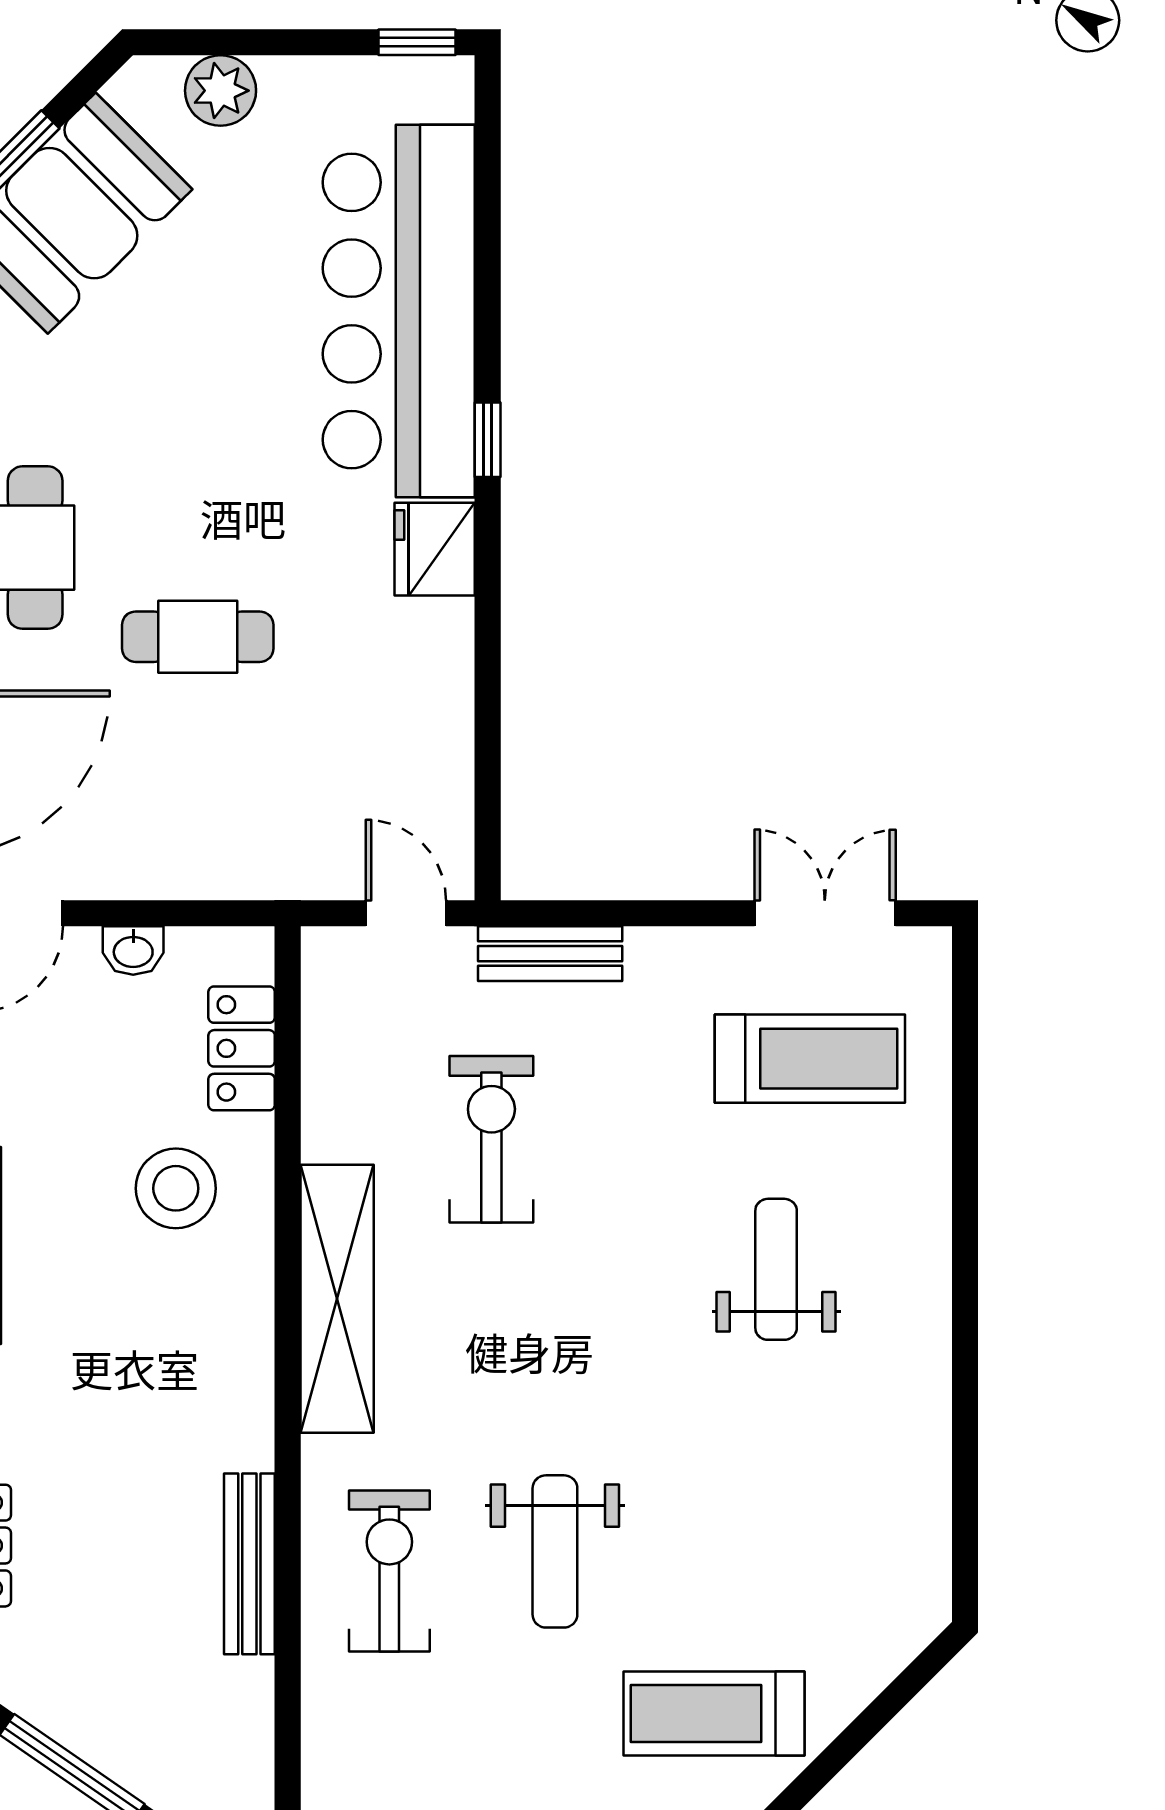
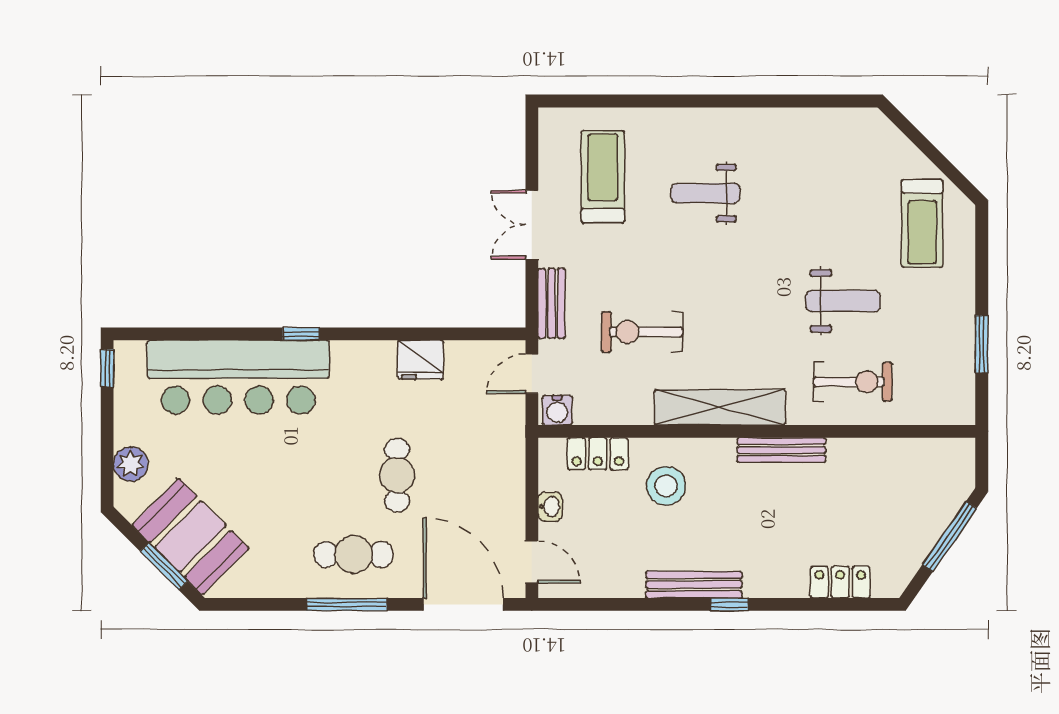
fridge: (435, 549) -> (420, 360), moved
double door: (825, 913) -> (532, 225), moved
water cooler: (331, 965) -> (557, 410), added
bench: (249, 1564) -> (781, 450), moved
exercise bike: (389, 1571) -> (853, 382), turned 180

